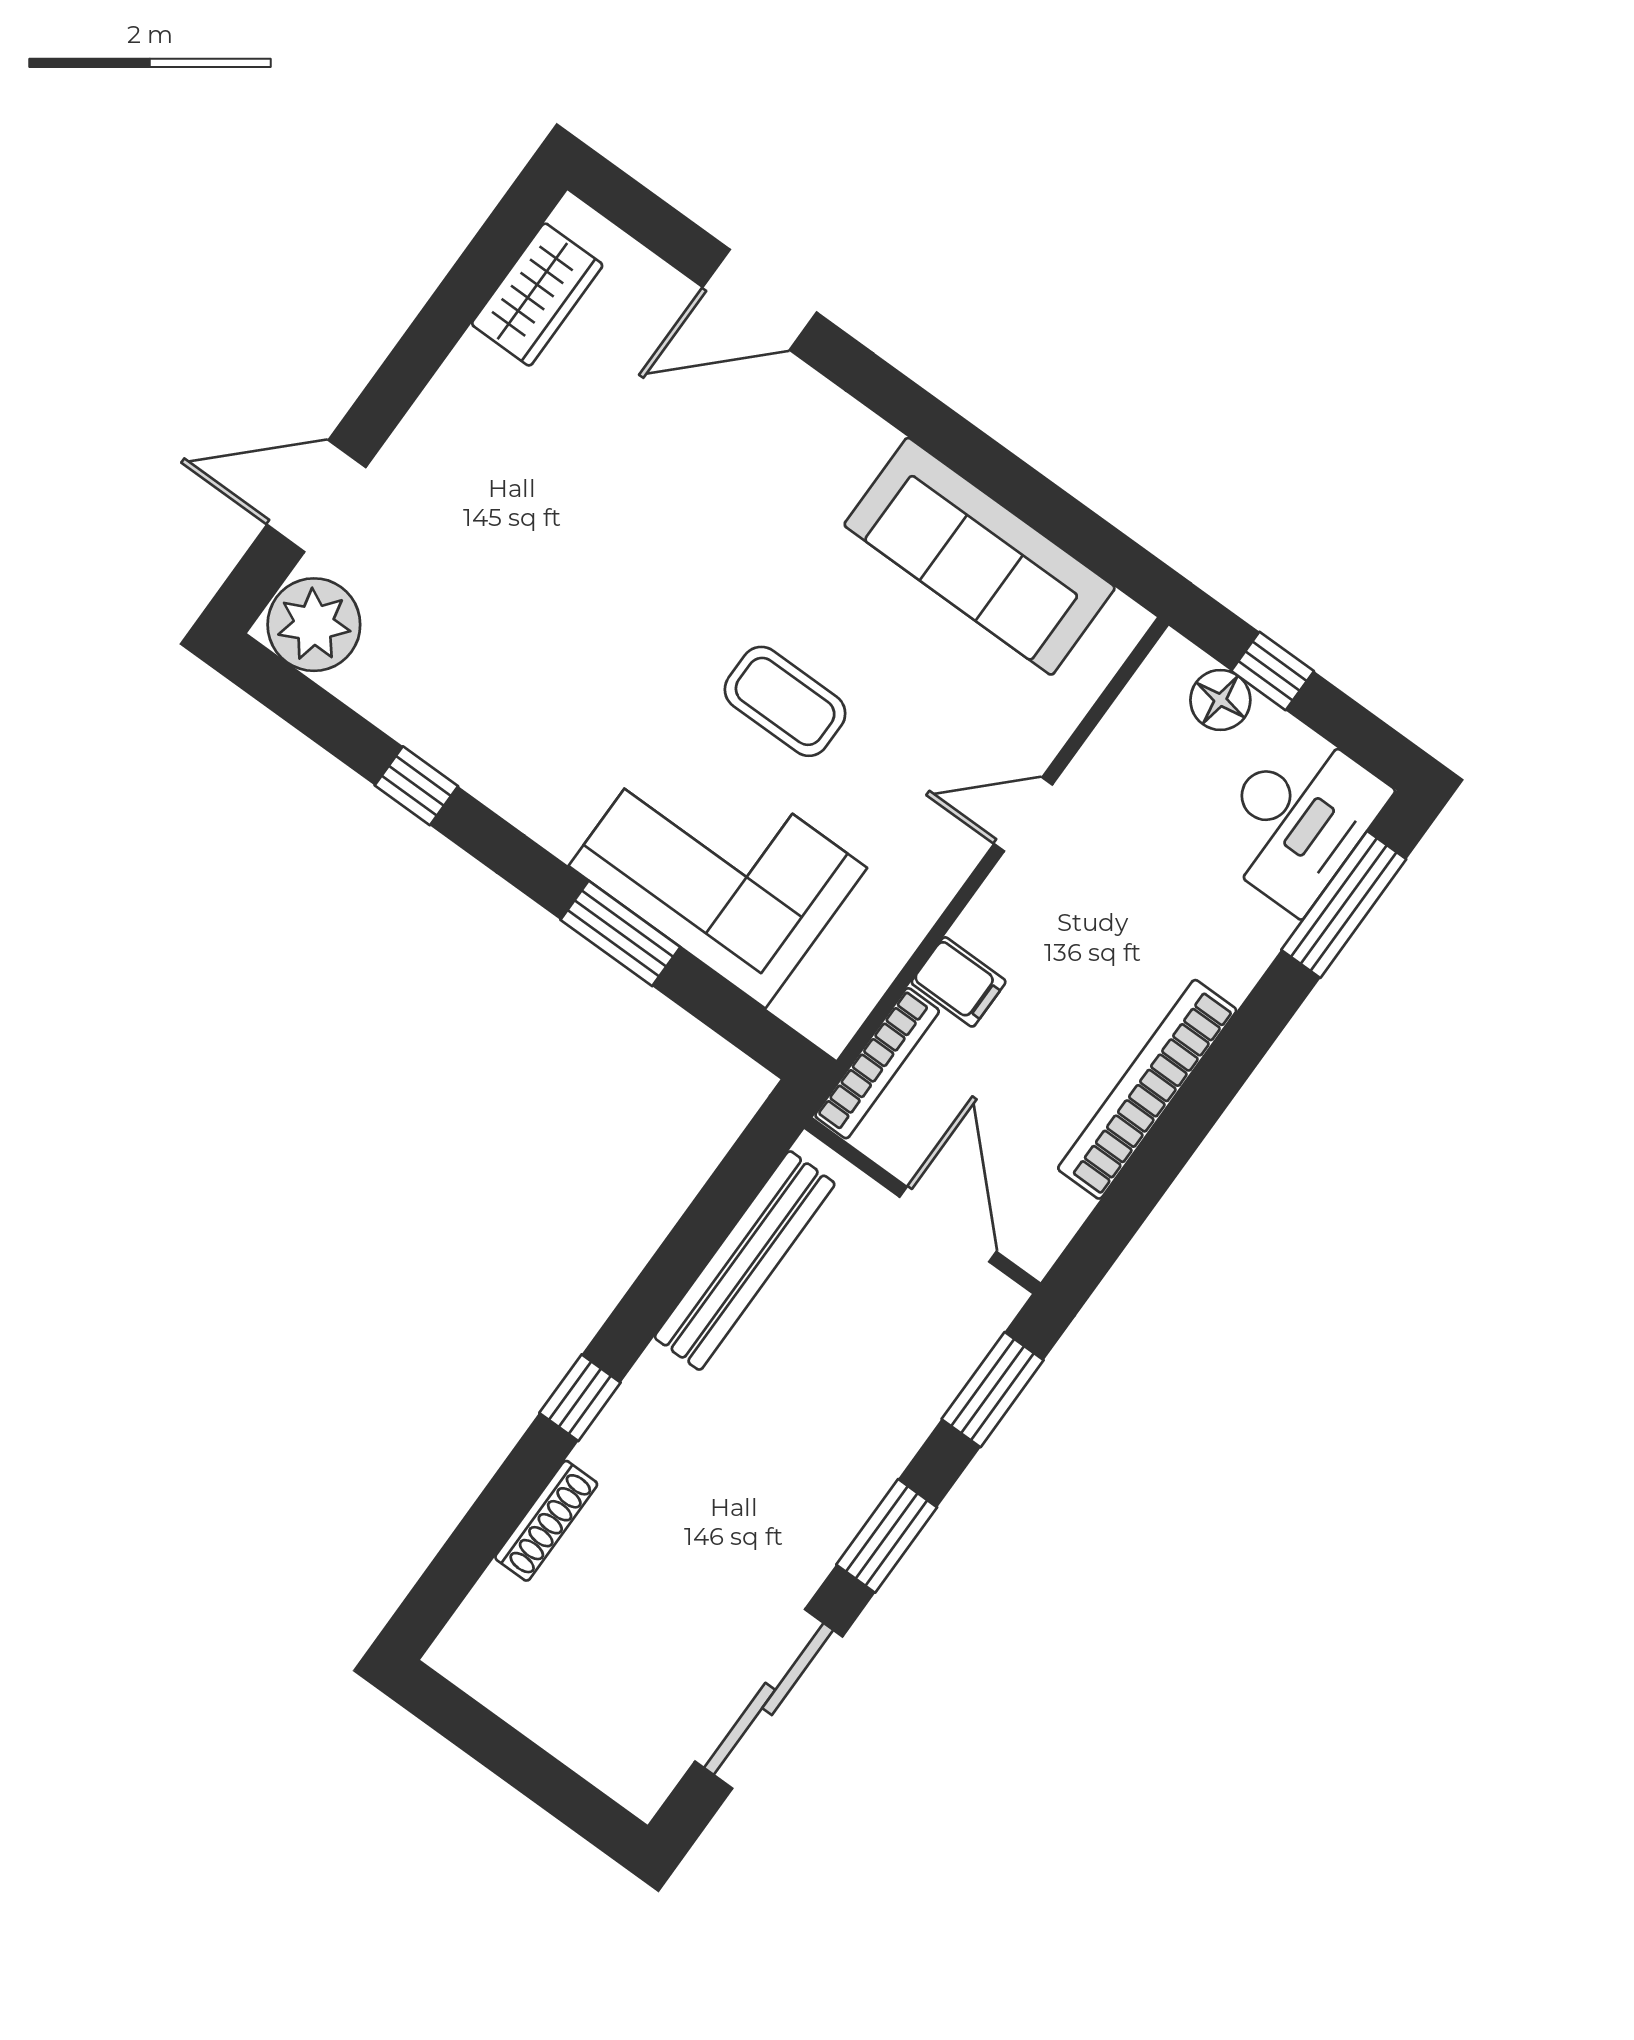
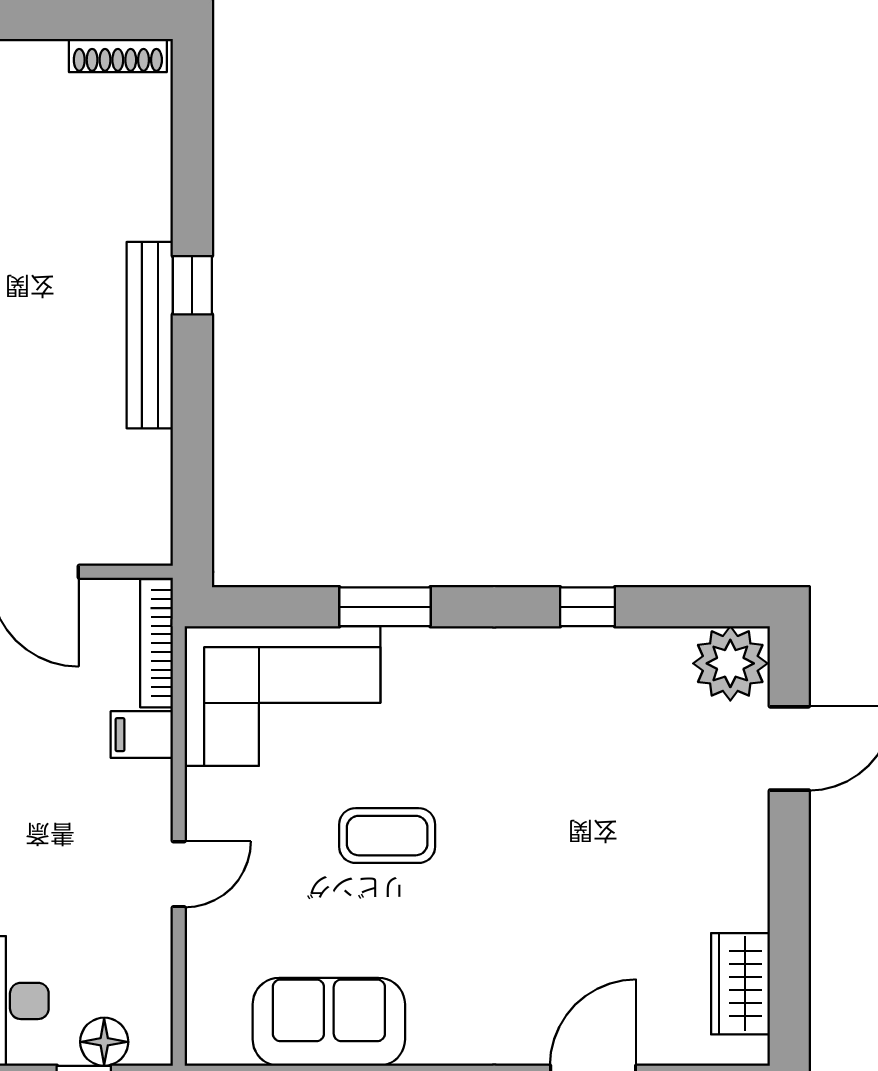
sofa: (980, 556) -> (329, 1022), width x0.73
corner sofa: (718, 867) -> (282, 696), moved
bench: (745, 1261) -> (150, 335), moved
shoe rack: (546, 1521) -> (118, 56), moved, turned -90

